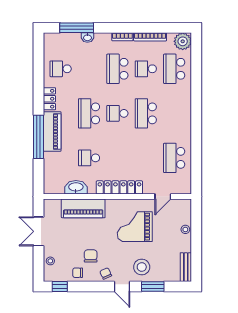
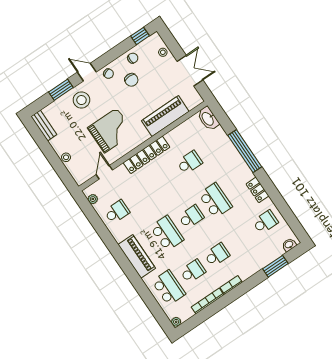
window: (77, 28) -> (275, 266), width x0.69
washbasin: (87, 38) -> (289, 245), moved
plant: (183, 41) -> (176, 322), width x0.53, depth x0.53
school desk: (117, 69) -> (217, 255), width x0.54
piano: (52, 132) -> (137, 256), moved, turned 180
school desk: (174, 158) -> (117, 212), width x0.54
plant: (187, 181) -> (93, 199), added
washbasin: (76, 187) -> (208, 119), moved, turned 90

